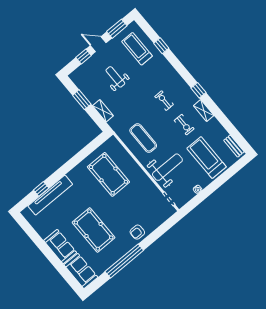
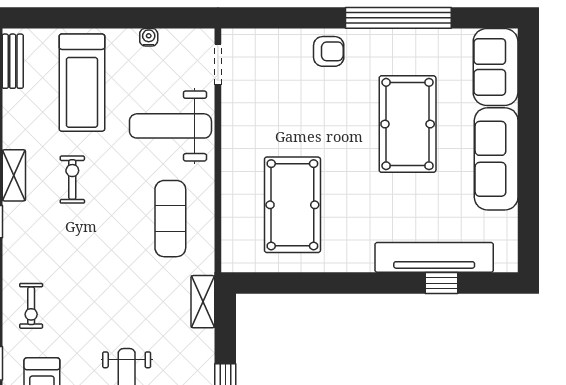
exercise bike: (164, 101) -> (31, 306), moved
shelving: (103, 111) -> (203, 302), moved
sofa: (60, 247) -> (496, 159), width x1.36

